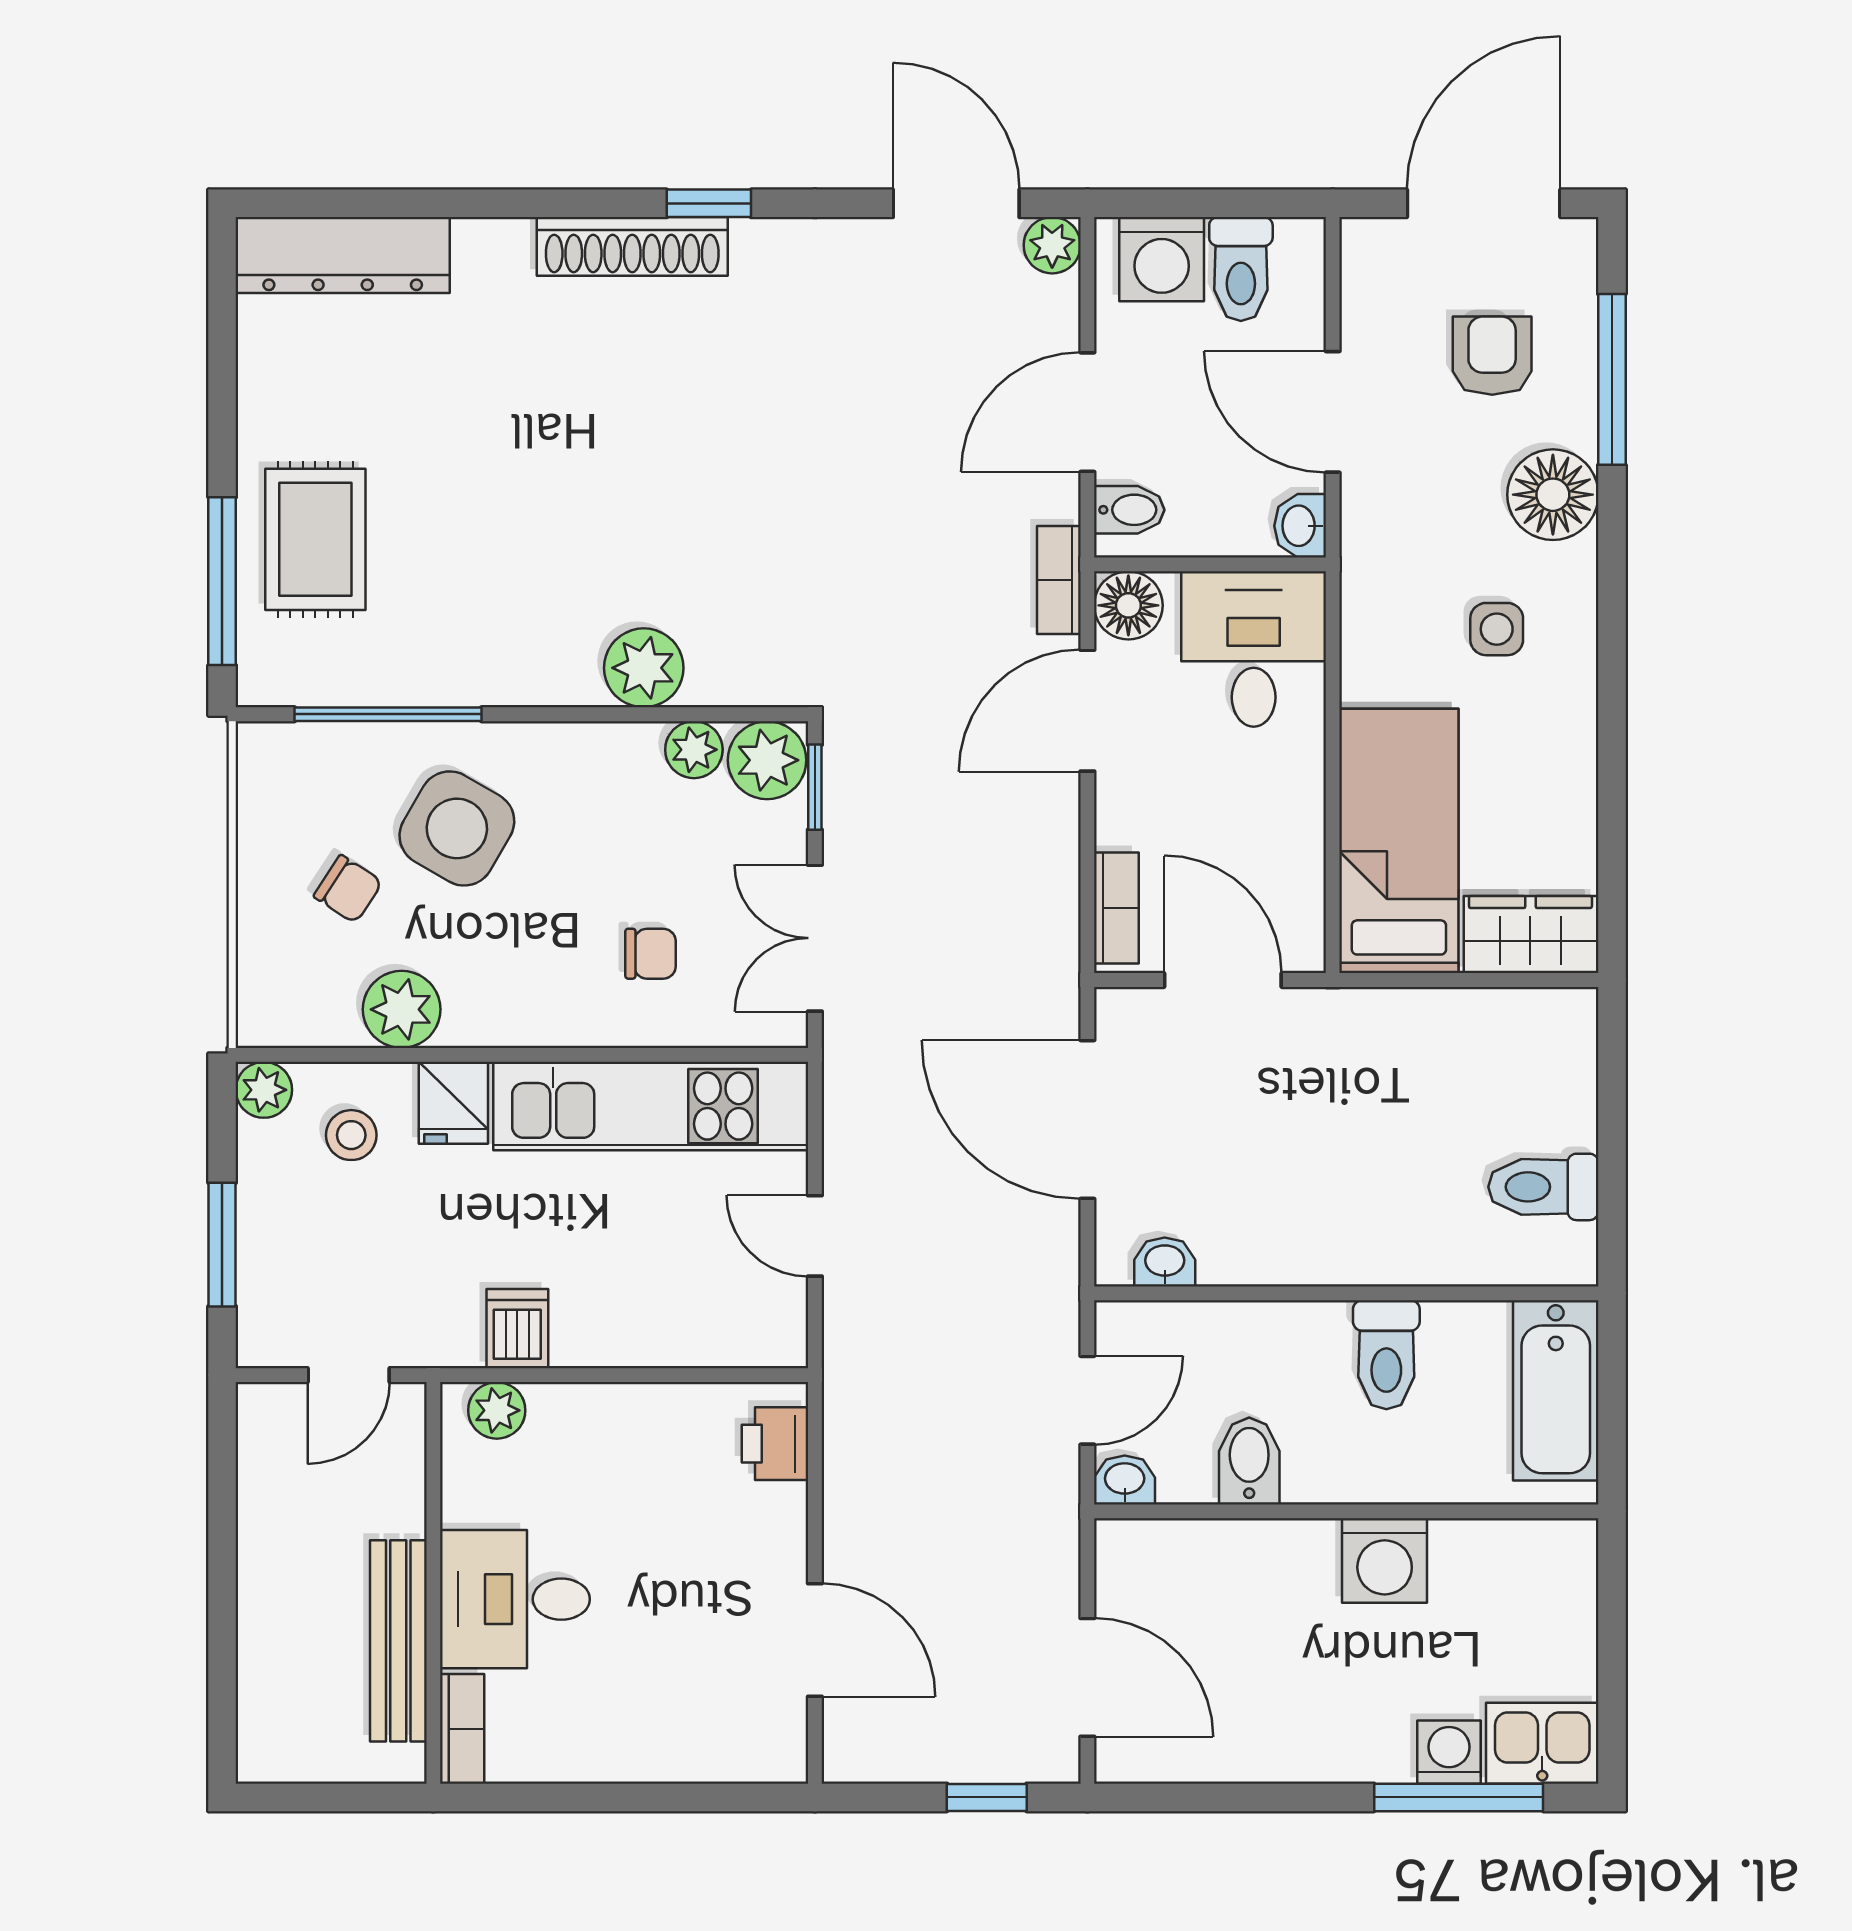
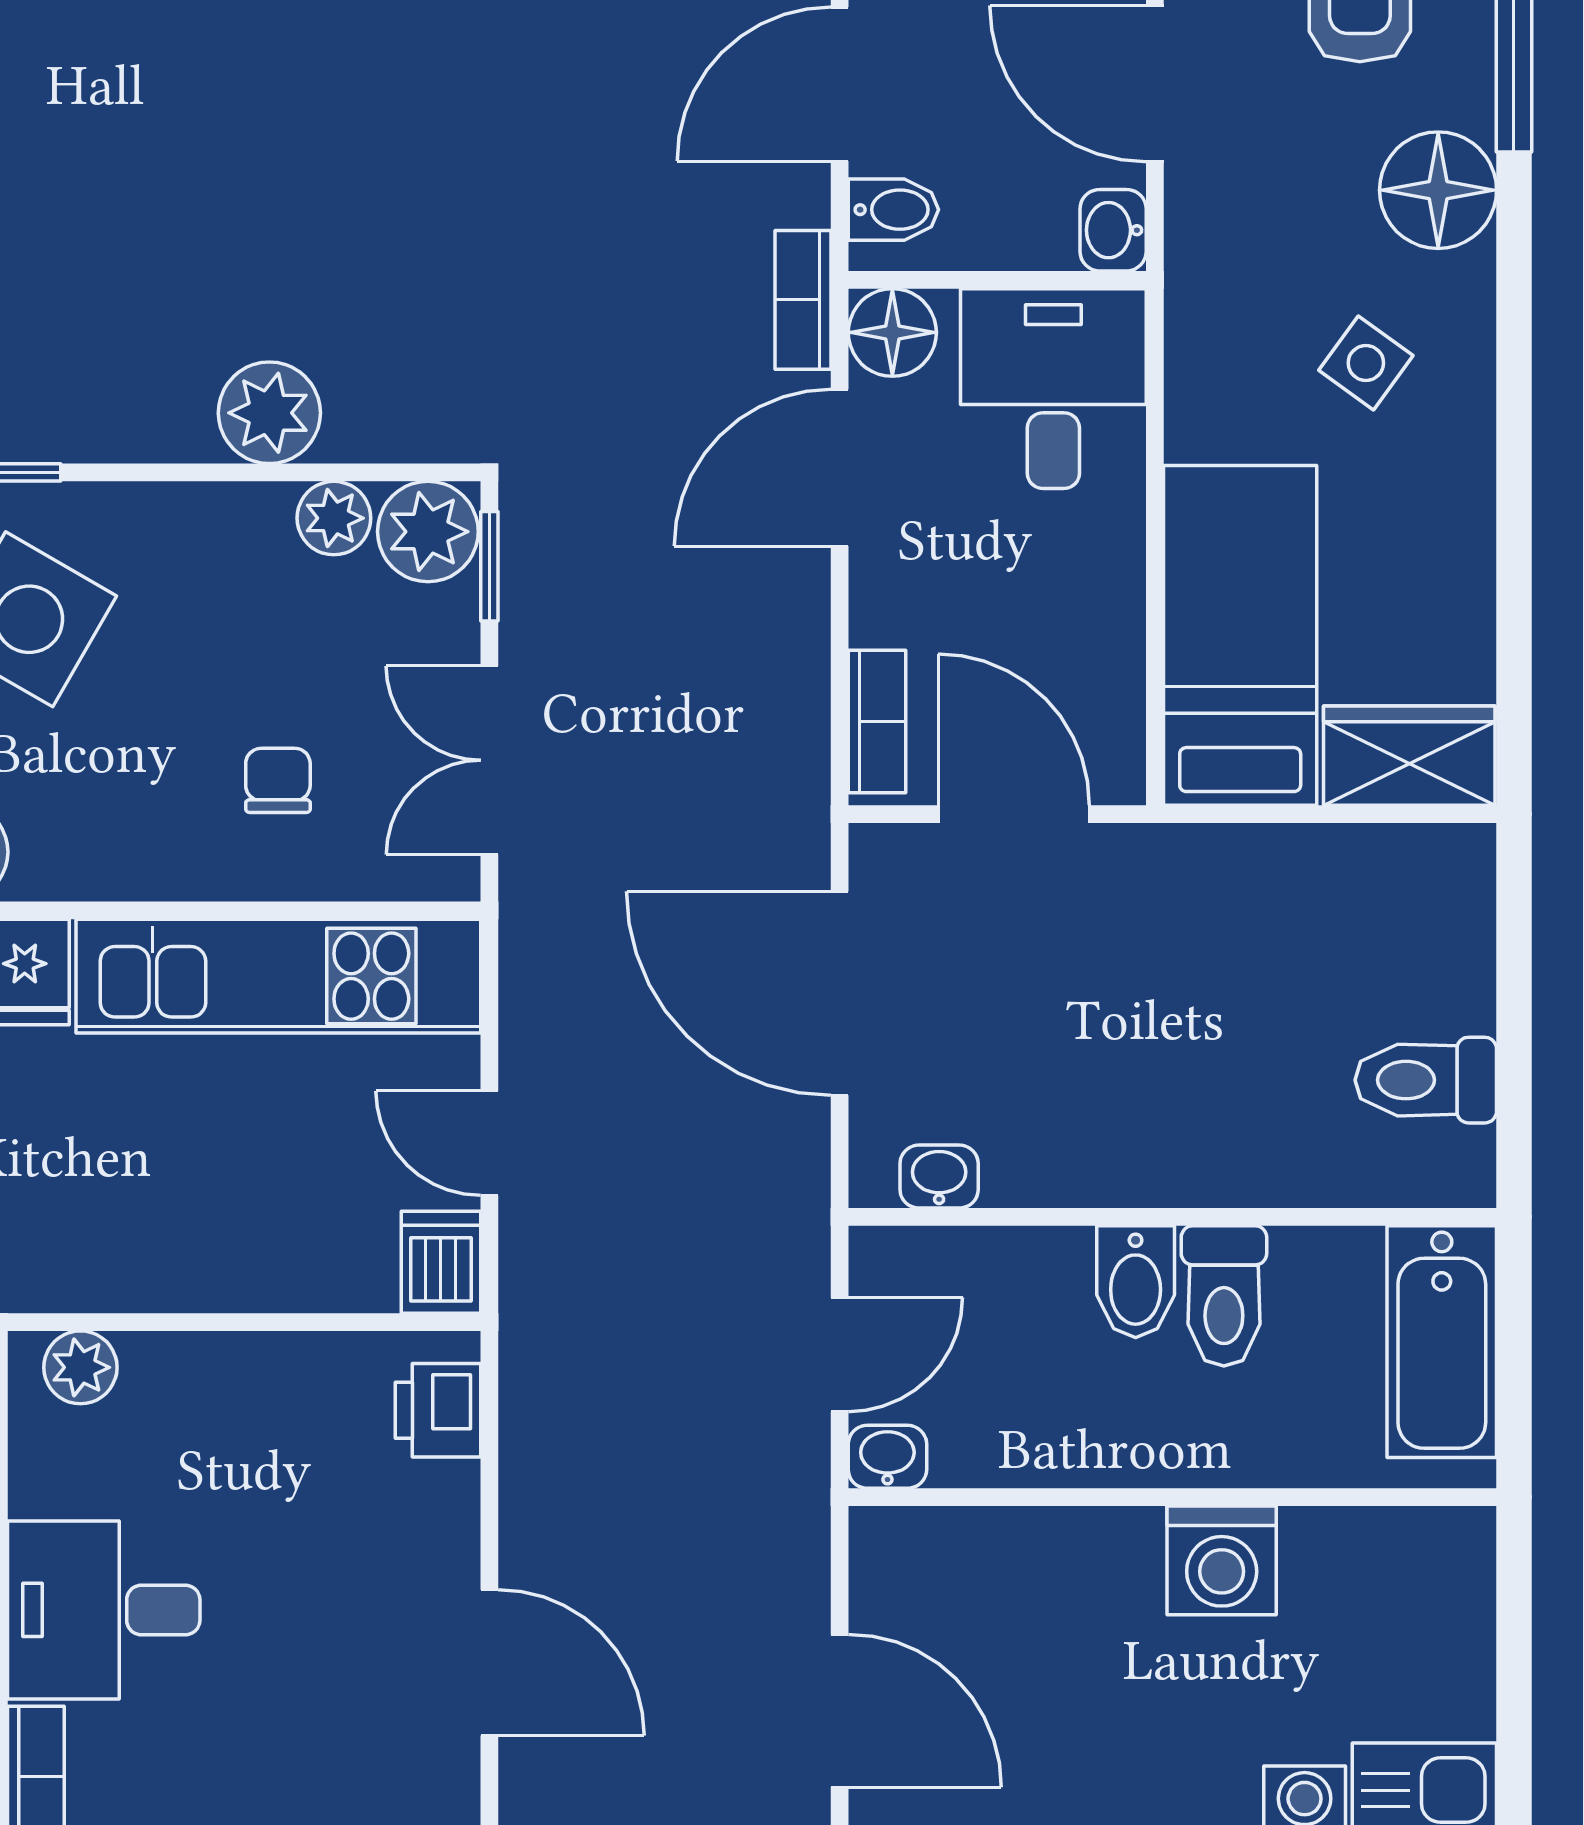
side table: (1497, 629) -> (1366, 363), turned 36
chair: (650, 954) -> (278, 780), turned -90
dishwasher: (517, 1329) -> (441, 1262), moved
bidet: (1249, 1461) -> (1136, 1282), moved, turned 180

